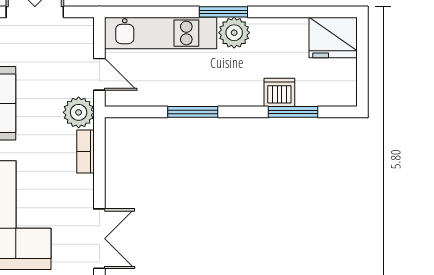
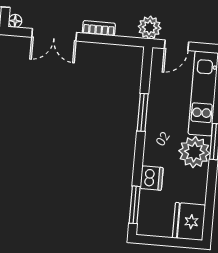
plant: (234, 33) -> (194, 152), width x1.36, depth x1.36
window: (293, 112) -> (135, 205), moved
bookcase: (85, 152) -> (99, 28), moved

